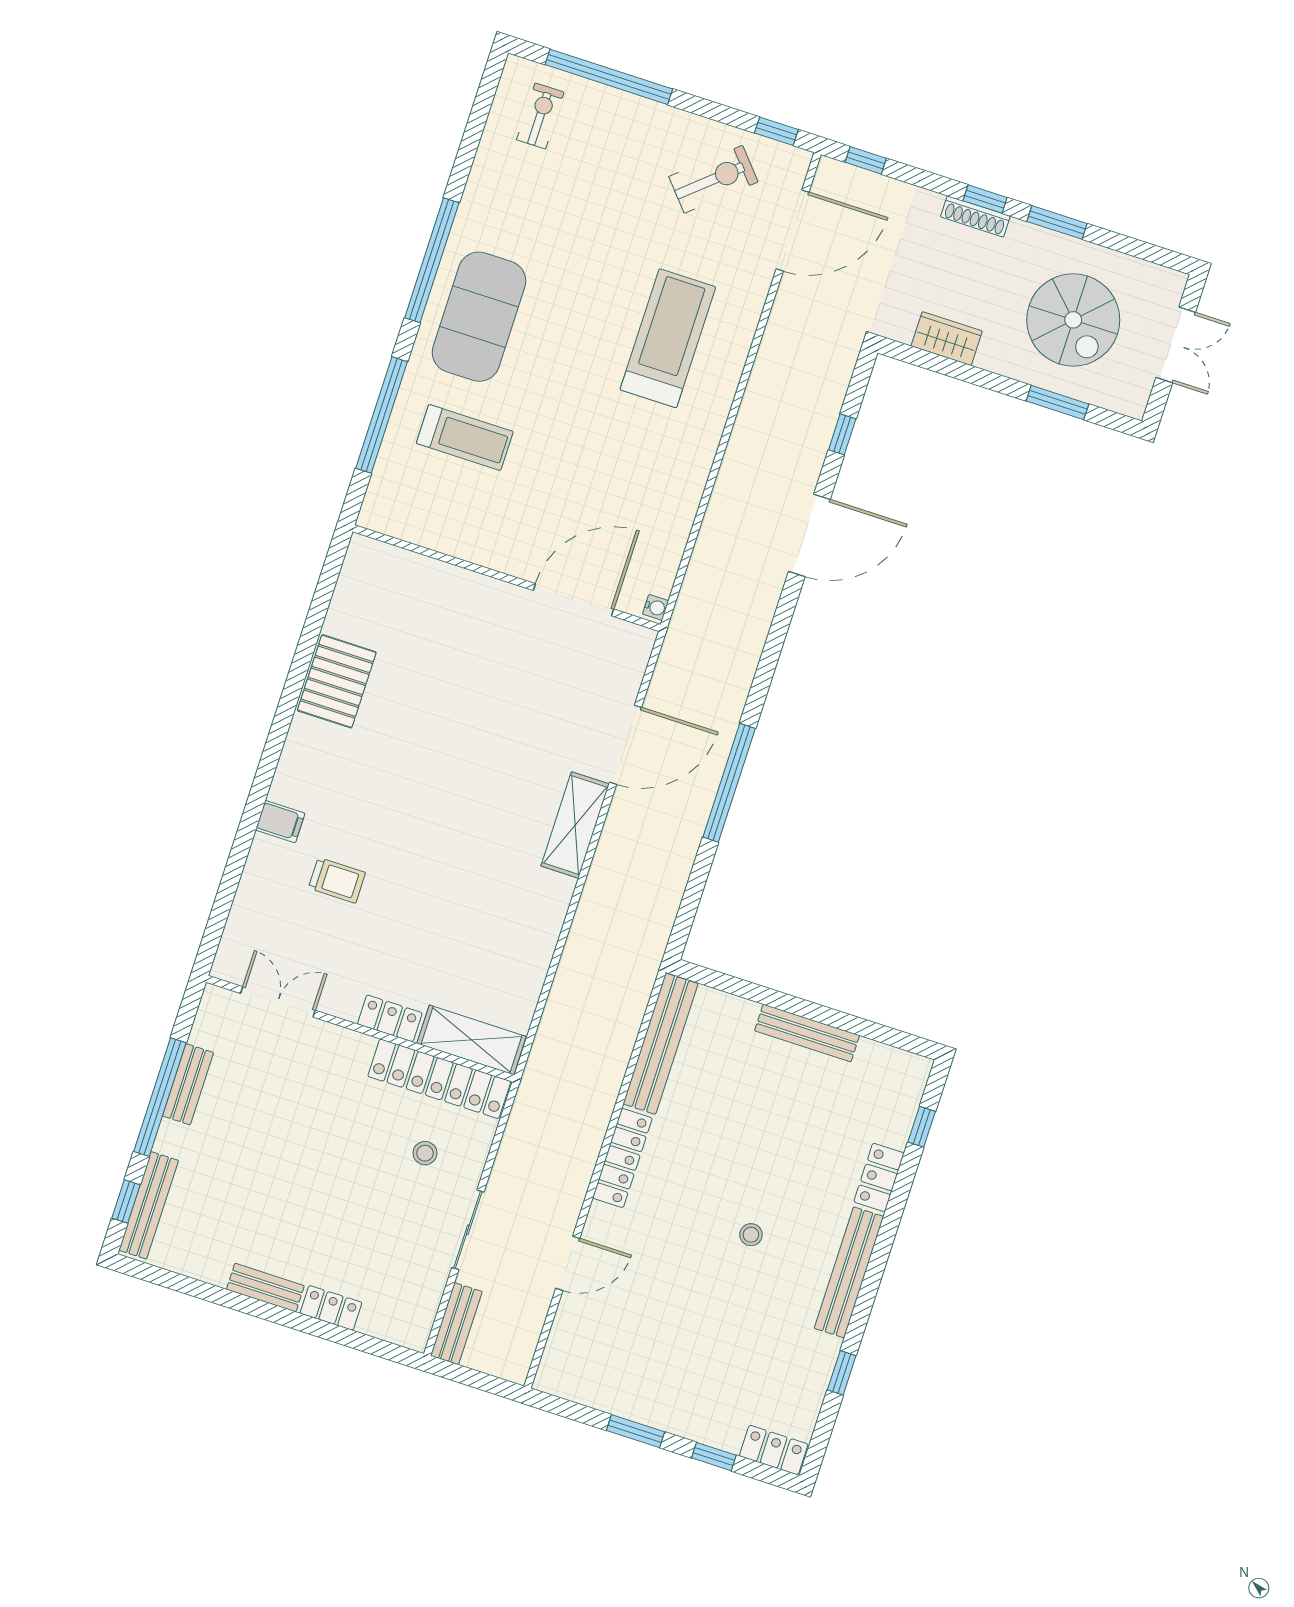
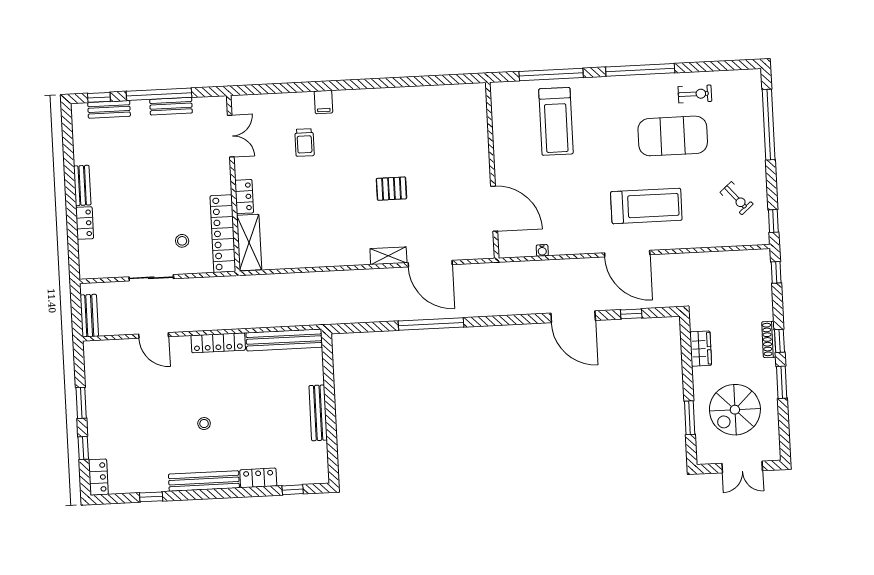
exercise bike: (540, 116) -> (695, 94), moved
exercise bike: (713, 179) -> (737, 198), width x0.73, depth x0.72
door: (793, 230) -> (627, 254), moved
exercise mat: (479, 317) -> (673, 136), moved
treadmill: (465, 437) -> (556, 121), width x1.37, depth x1.38
water cooler: (656, 607) -> (542, 250), moved
pallet: (337, 681) -> (391, 189), moved, width x0.67, depth x0.71
shelving: (575, 825) -> (388, 256), width x0.67, depth x0.75
bench: (149, 1205) -> (109, 109), width x0.73
bench: (456, 1324) -> (89, 316), moved, turned 90

